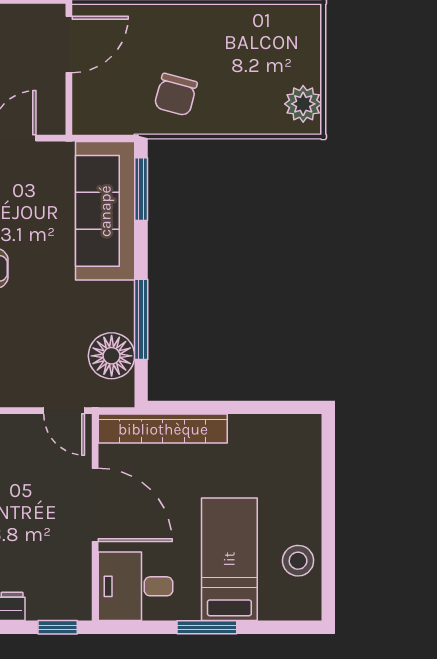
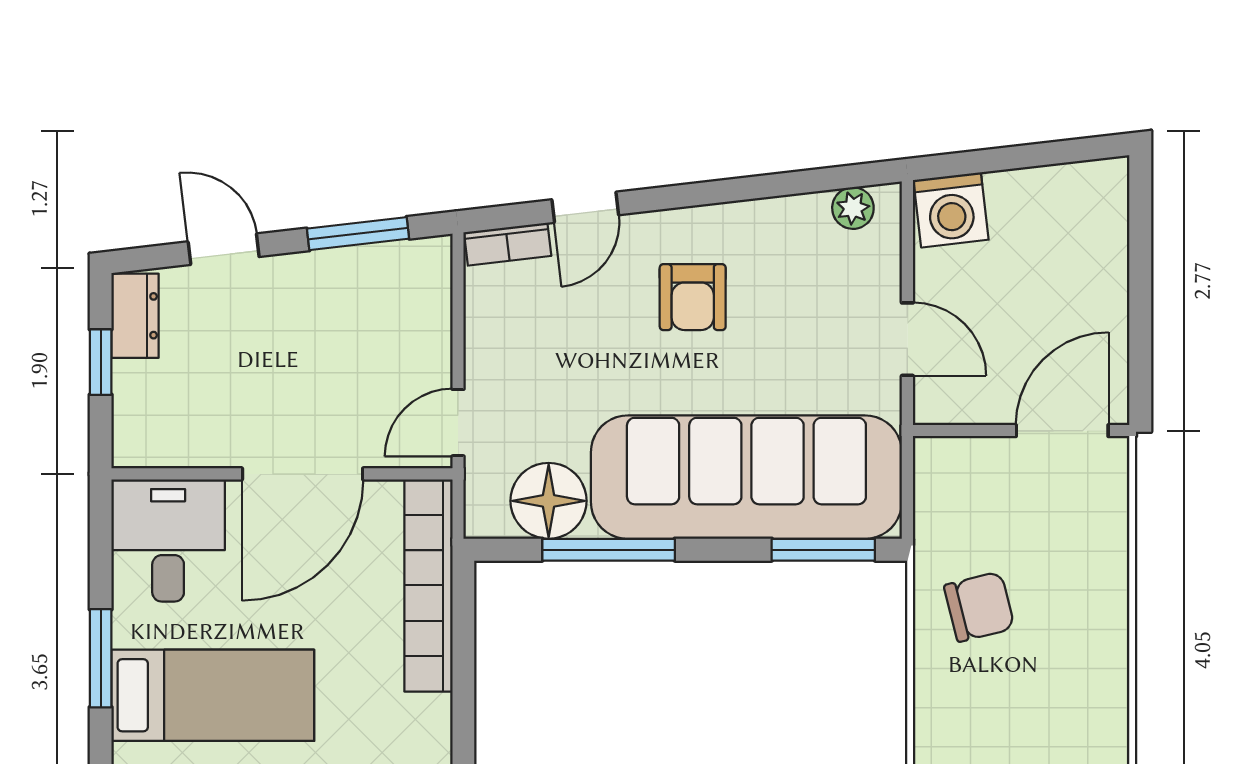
door: (69, 44) -> (1062, 431), swing flipped
chair: (176, 95) -> (979, 607), turned 151
sofa: (105, 211) -> (746, 477), width x1.36, depth x1.27
window: (58, 627) -> (101, 362), moved

